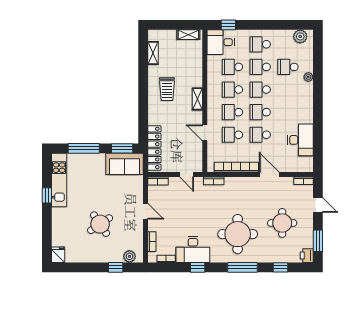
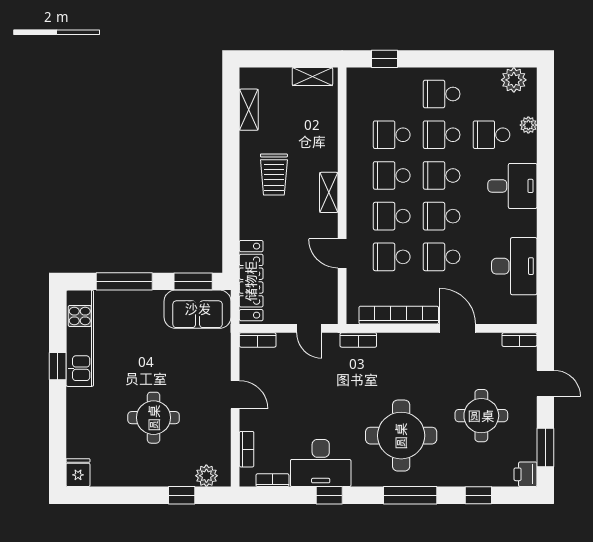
desk: (221, 42) -> (512, 186), moved, turned 180
plant: (308, 77) -> (528, 125), moved
round table: (100, 224) -> (154, 418), turned 34

